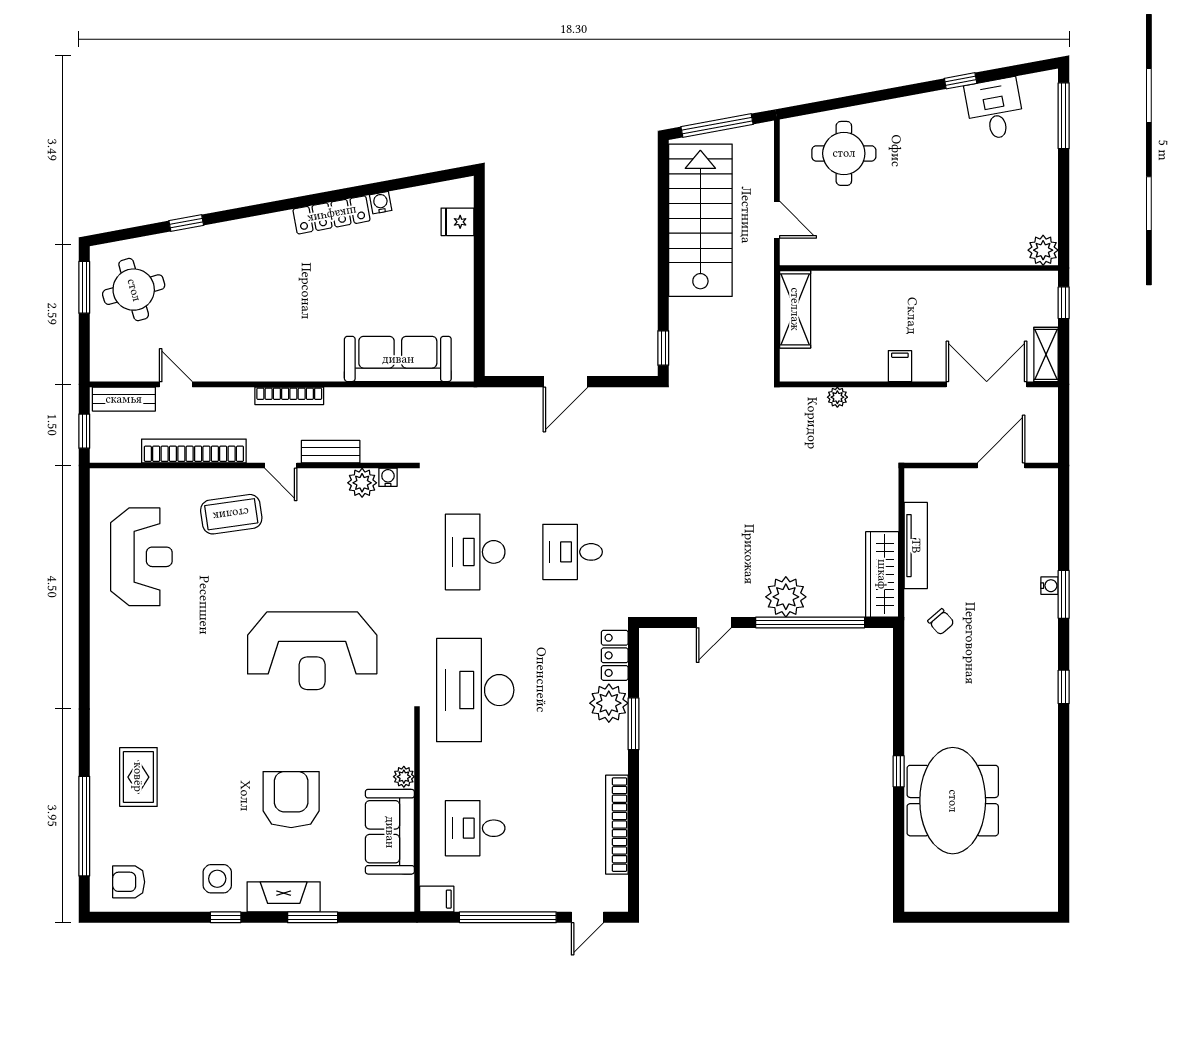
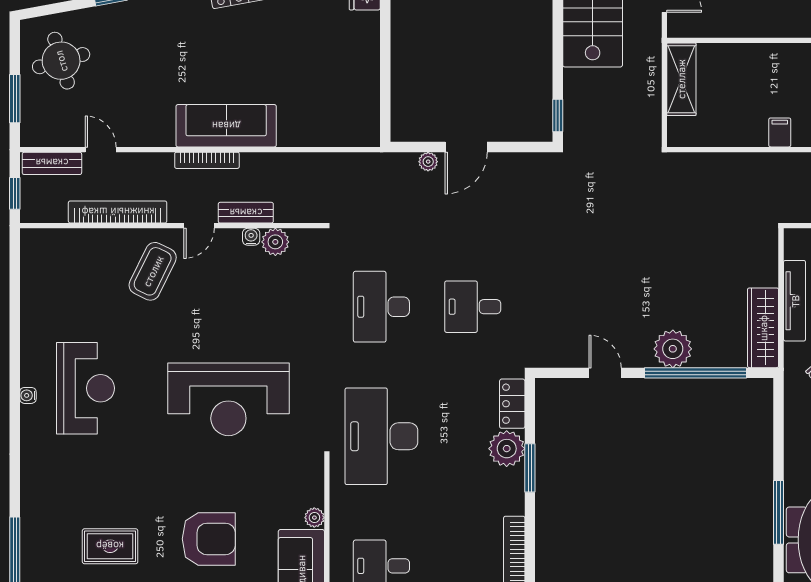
window: (84, 287) -> (15, 99), moved
sofa: (398, 359) -> (226, 126), moved
plant: (837, 397) -> (428, 162), moved
door: (281, 465) -> (199, 226), hinge flipped
water cooler: (388, 477) -> (251, 237), moved
coffee table: (231, 514) -> (153, 271), turned -56
reception desk: (141, 557) -> (86, 388), moved
door: (714, 622) -> (605, 373), swing flipped
water cooler: (98, 646) -> (28, 395), added
window: (899, 771) -> (778, 512), width x2.17
rug: (138, 777) -> (110, 546), moved, turned 90
armchair: (291, 800) -> (209, 539), turned 90

